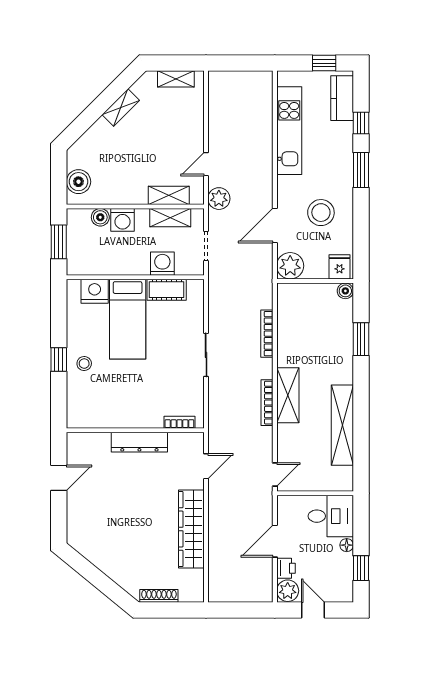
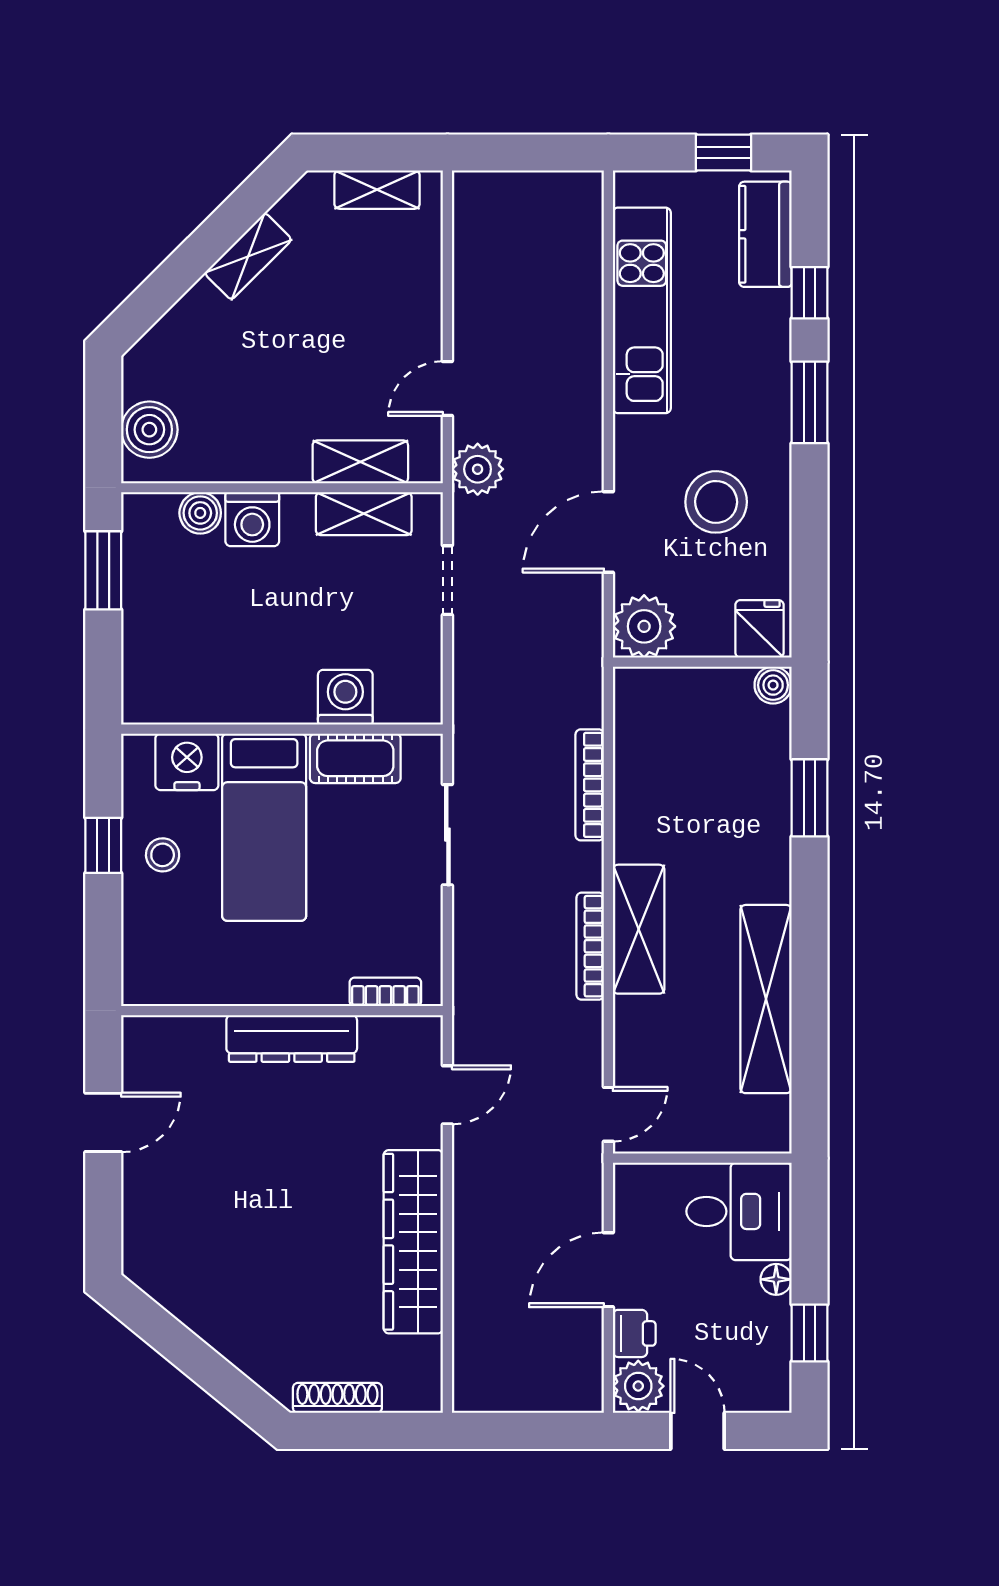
washing machine: (162, 264) -> (345, 697), moved
wall: (135, 277) -> (282, 729), moved
cot: (167, 290) -> (355, 758), moved
nightstand: (95, 291) -> (187, 762), moved
bed: (128, 319) -> (264, 827), moved

